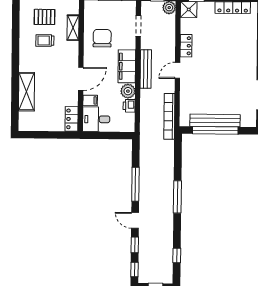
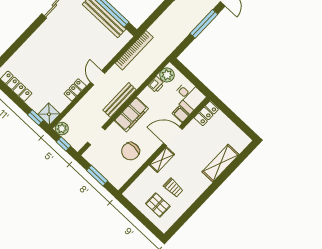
shelving: (73, 28) -> (162, 160), moved
door: (177, 70) -> (98, 78), swing flipped
plant: (128, 91) -> (167, 75), moved

